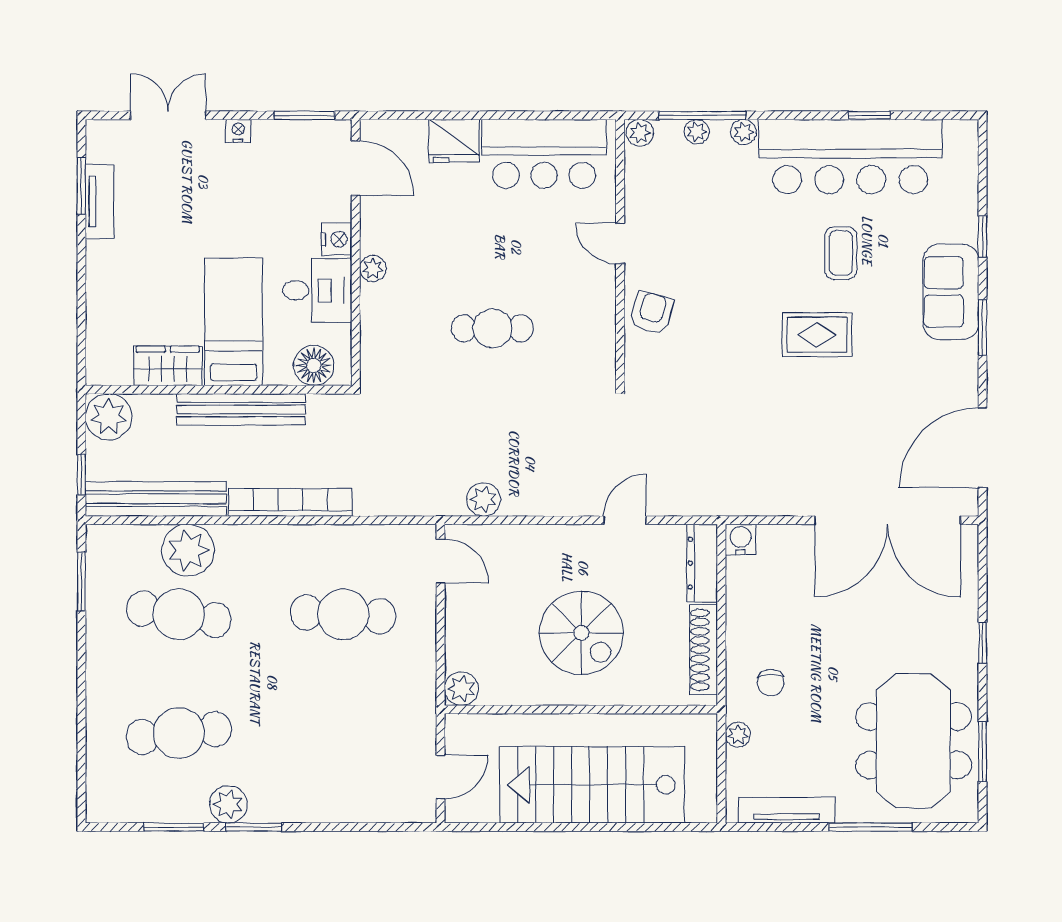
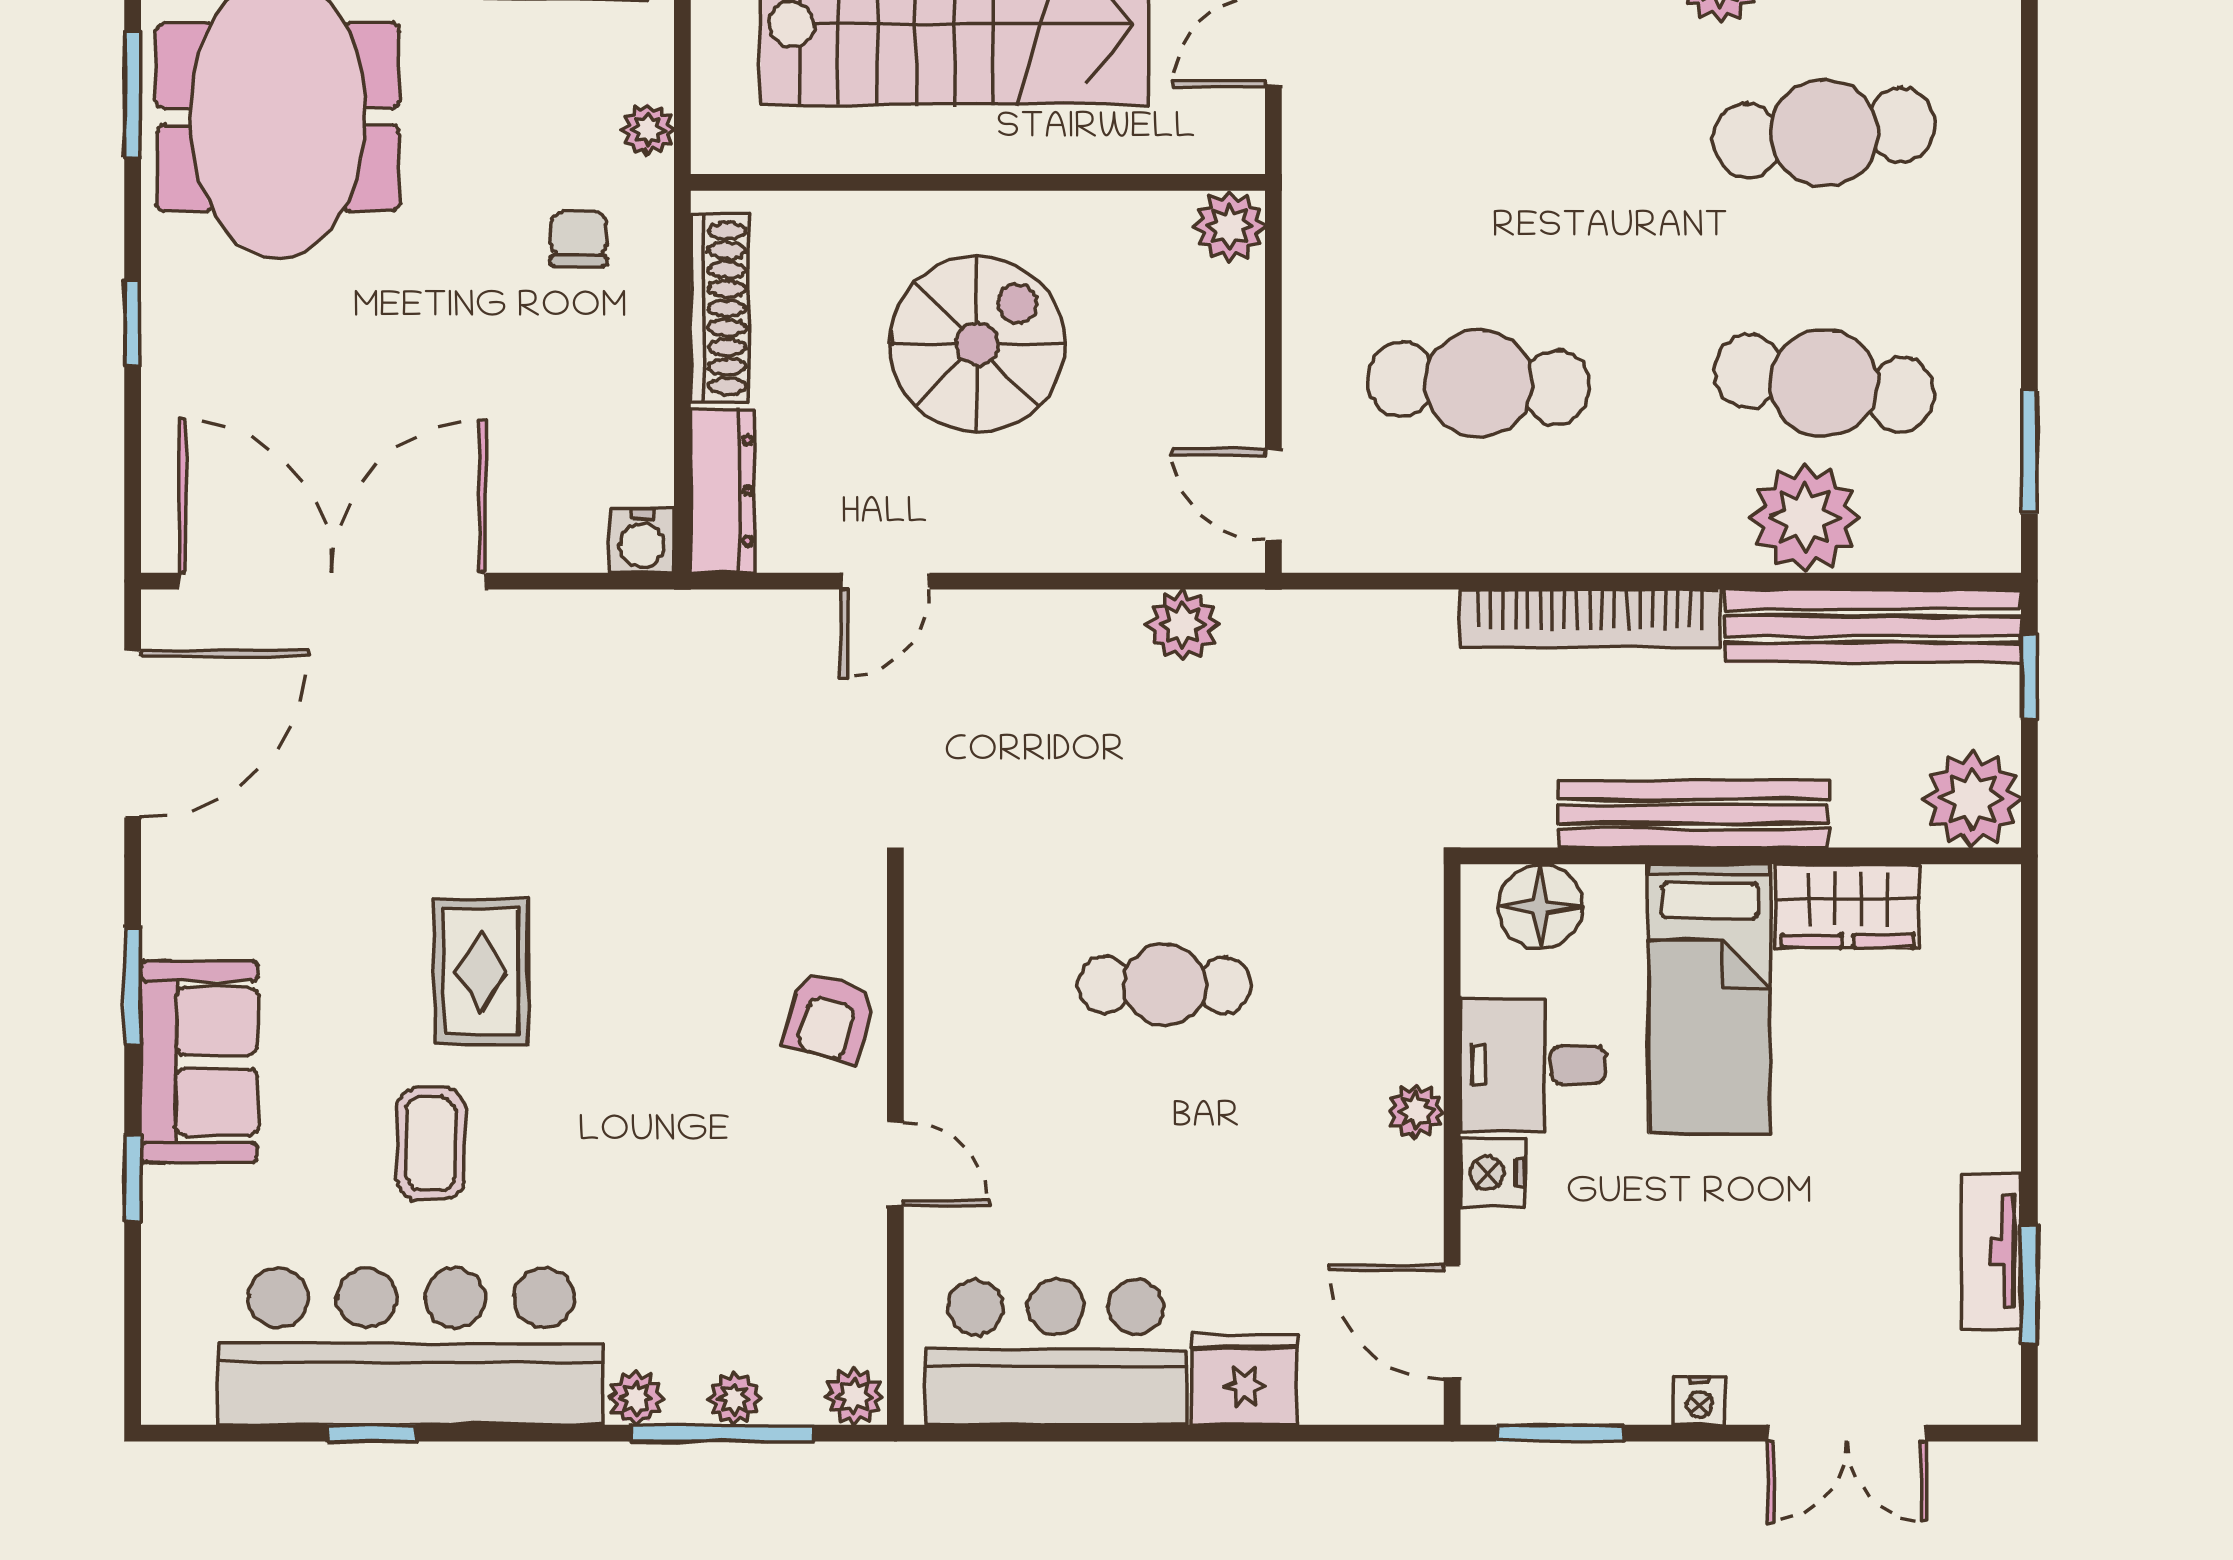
rug: (817, 335) -> (481, 972), turned 90
spiral stairs: (581, 633) -> (977, 344), turned 90

